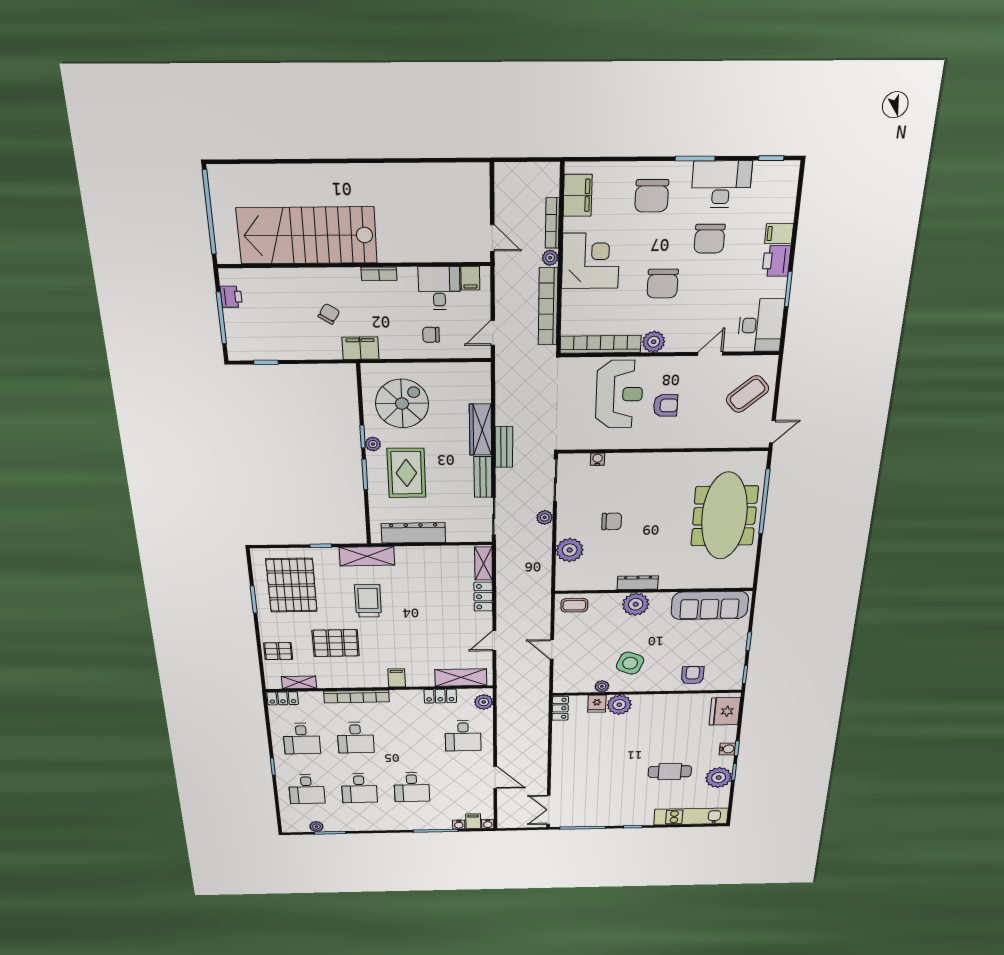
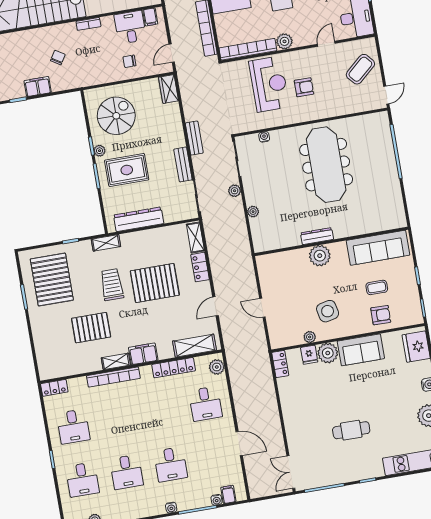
filing cabinet: (360, 348) -> (38, 87), moved
wardrobe: (481, 430) -> (169, 89), moved, width x0.67
rug: (406, 473) -> (127, 170), turned 90
meeting table: (724, 516) -> (326, 165), moved
chair: (612, 521) -> (285, 186), removed
plant: (570, 550) -> (253, 212), width x0.53, depth x0.53
shelving: (367, 556) -> (106, 243), width x0.67, depth x0.75
coffee table: (574, 605) -> (377, 287), moved
pallet: (278, 651) -> (155, 283), moved, width x2.05, depth x2.00
side table: (630, 663) -> (328, 311), turned -34
armchair: (693, 675) -> (381, 315), turned 91
filing cabinet: (397, 678) -> (143, 354), width x2.00
shelving: (299, 682) -> (116, 361), moved
locker: (440, 696) -> (174, 368), width x1.53
sofa: (659, 706) -> (361, 350), added
desk: (356, 738) -> (117, 419), removed
cafe table: (670, 772) -> (351, 430), moved
water cooler: (488, 824) -> (171, 508), moved

